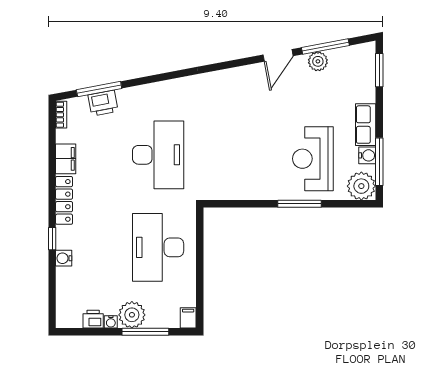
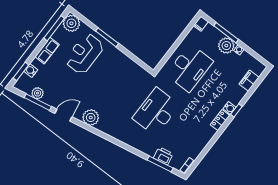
plant: (318, 61) -> (38, 93), moved
plant: (239, 80) -> (91, 117), added
water cooler: (367, 155) -> (31, 70), moved
filing cabinet: (66, 159) -> (249, 81), moved
reception desk: (313, 159) -> (84, 54), turned 180
locker: (64, 200) -> (220, 120), width x0.66
water cooler: (64, 258) -> (230, 108), moved
printer: (93, 319) -> (246, 58), removed

